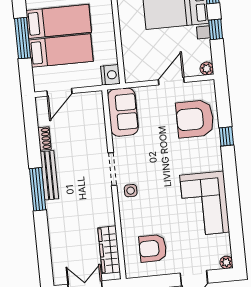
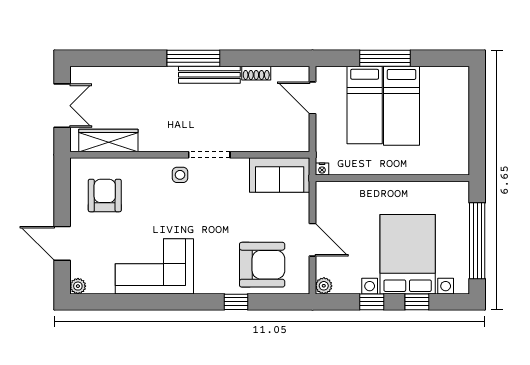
nightstand: (110, 75) -> (322, 169), width x0.53, depth x0.56
armchair: (195, 119) -> (262, 265), turned 90

